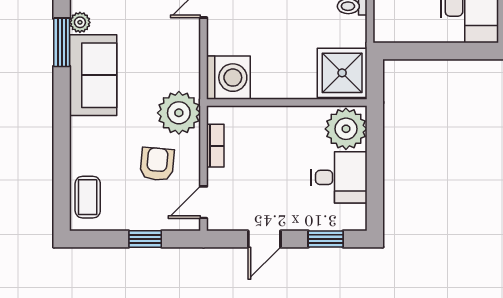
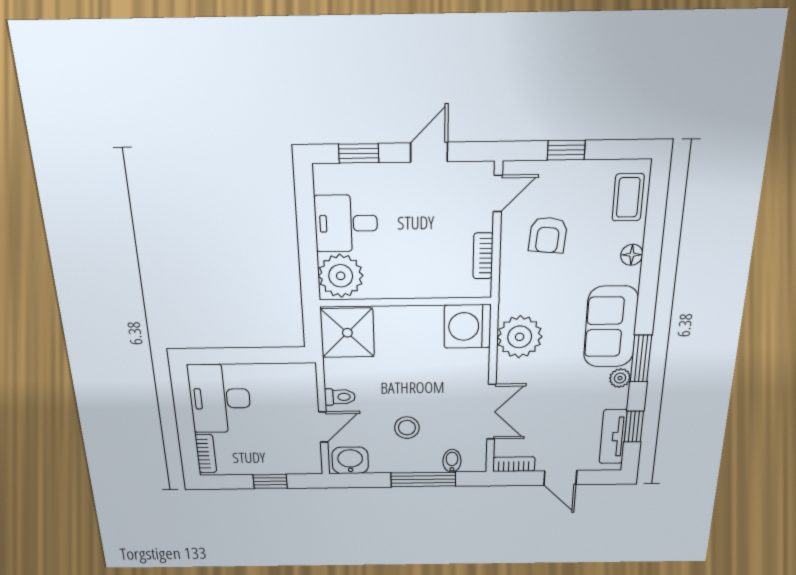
plant: (179, 113) -> (520, 337), moved
floor lamp: (80, 145) -> (632, 255), added

